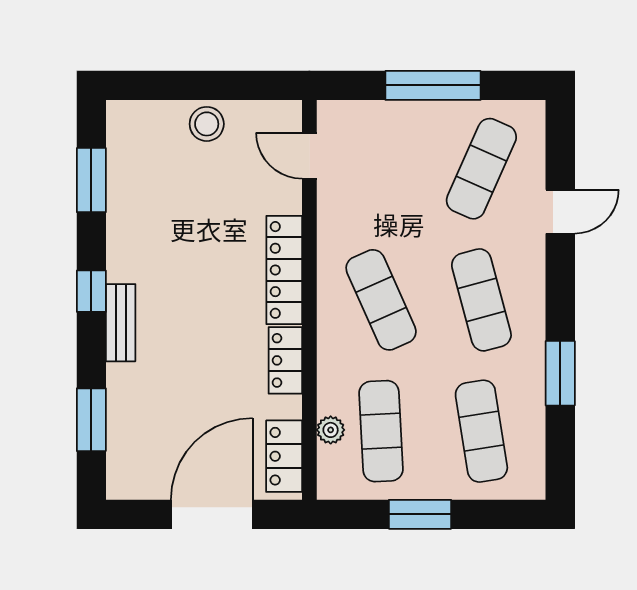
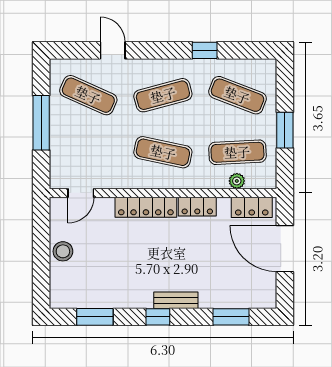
exercise mat: (381, 300) -> (163, 152), turned 36
window: (560, 373) -> (205, 50), width x0.67
exercise mat: (481, 431) -> (237, 95), turned 30

